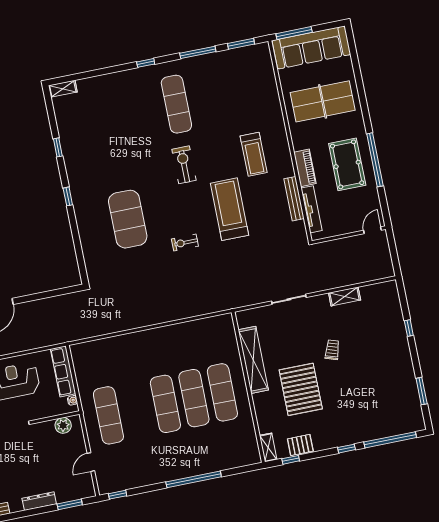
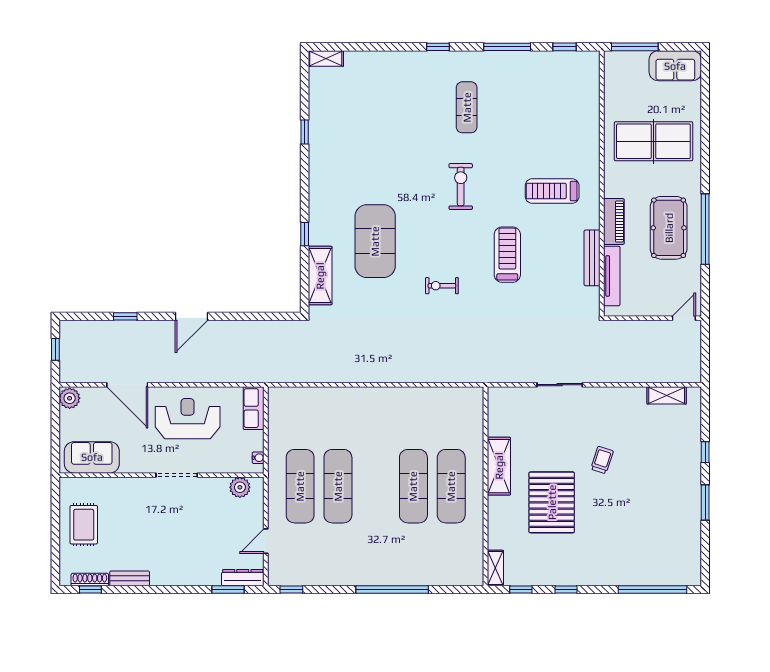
window: (241, 44) -> (564, 47), width x0.67
sofa: (311, 47) -> (675, 66), width x0.54, depth x0.79
exercise mat: (176, 104) -> (467, 107), width x0.73, depth x0.69
treadmill: (254, 154) -> (552, 191), turned 90
window: (68, 196) -> (305, 234), moved
treadmill: (230, 209) -> (507, 255), width x0.73, depth x0.73
shelving: (91, 253) -> (320, 276), added
shelving: (345, 296) -> (667, 395), moved
shelving: (253, 360) -> (499, 466), width x0.68
row of seats: (63, 371) -> (254, 408), width x0.68
window: (422, 391) -> (705, 503), moved
exercise mat: (165, 404) -> (338, 486), moved
pallet: (300, 445) -> (537, 573), removed
window: (346, 449) -> (566, 590), moved
dresser: (39, 501) -> (243, 578), moved

